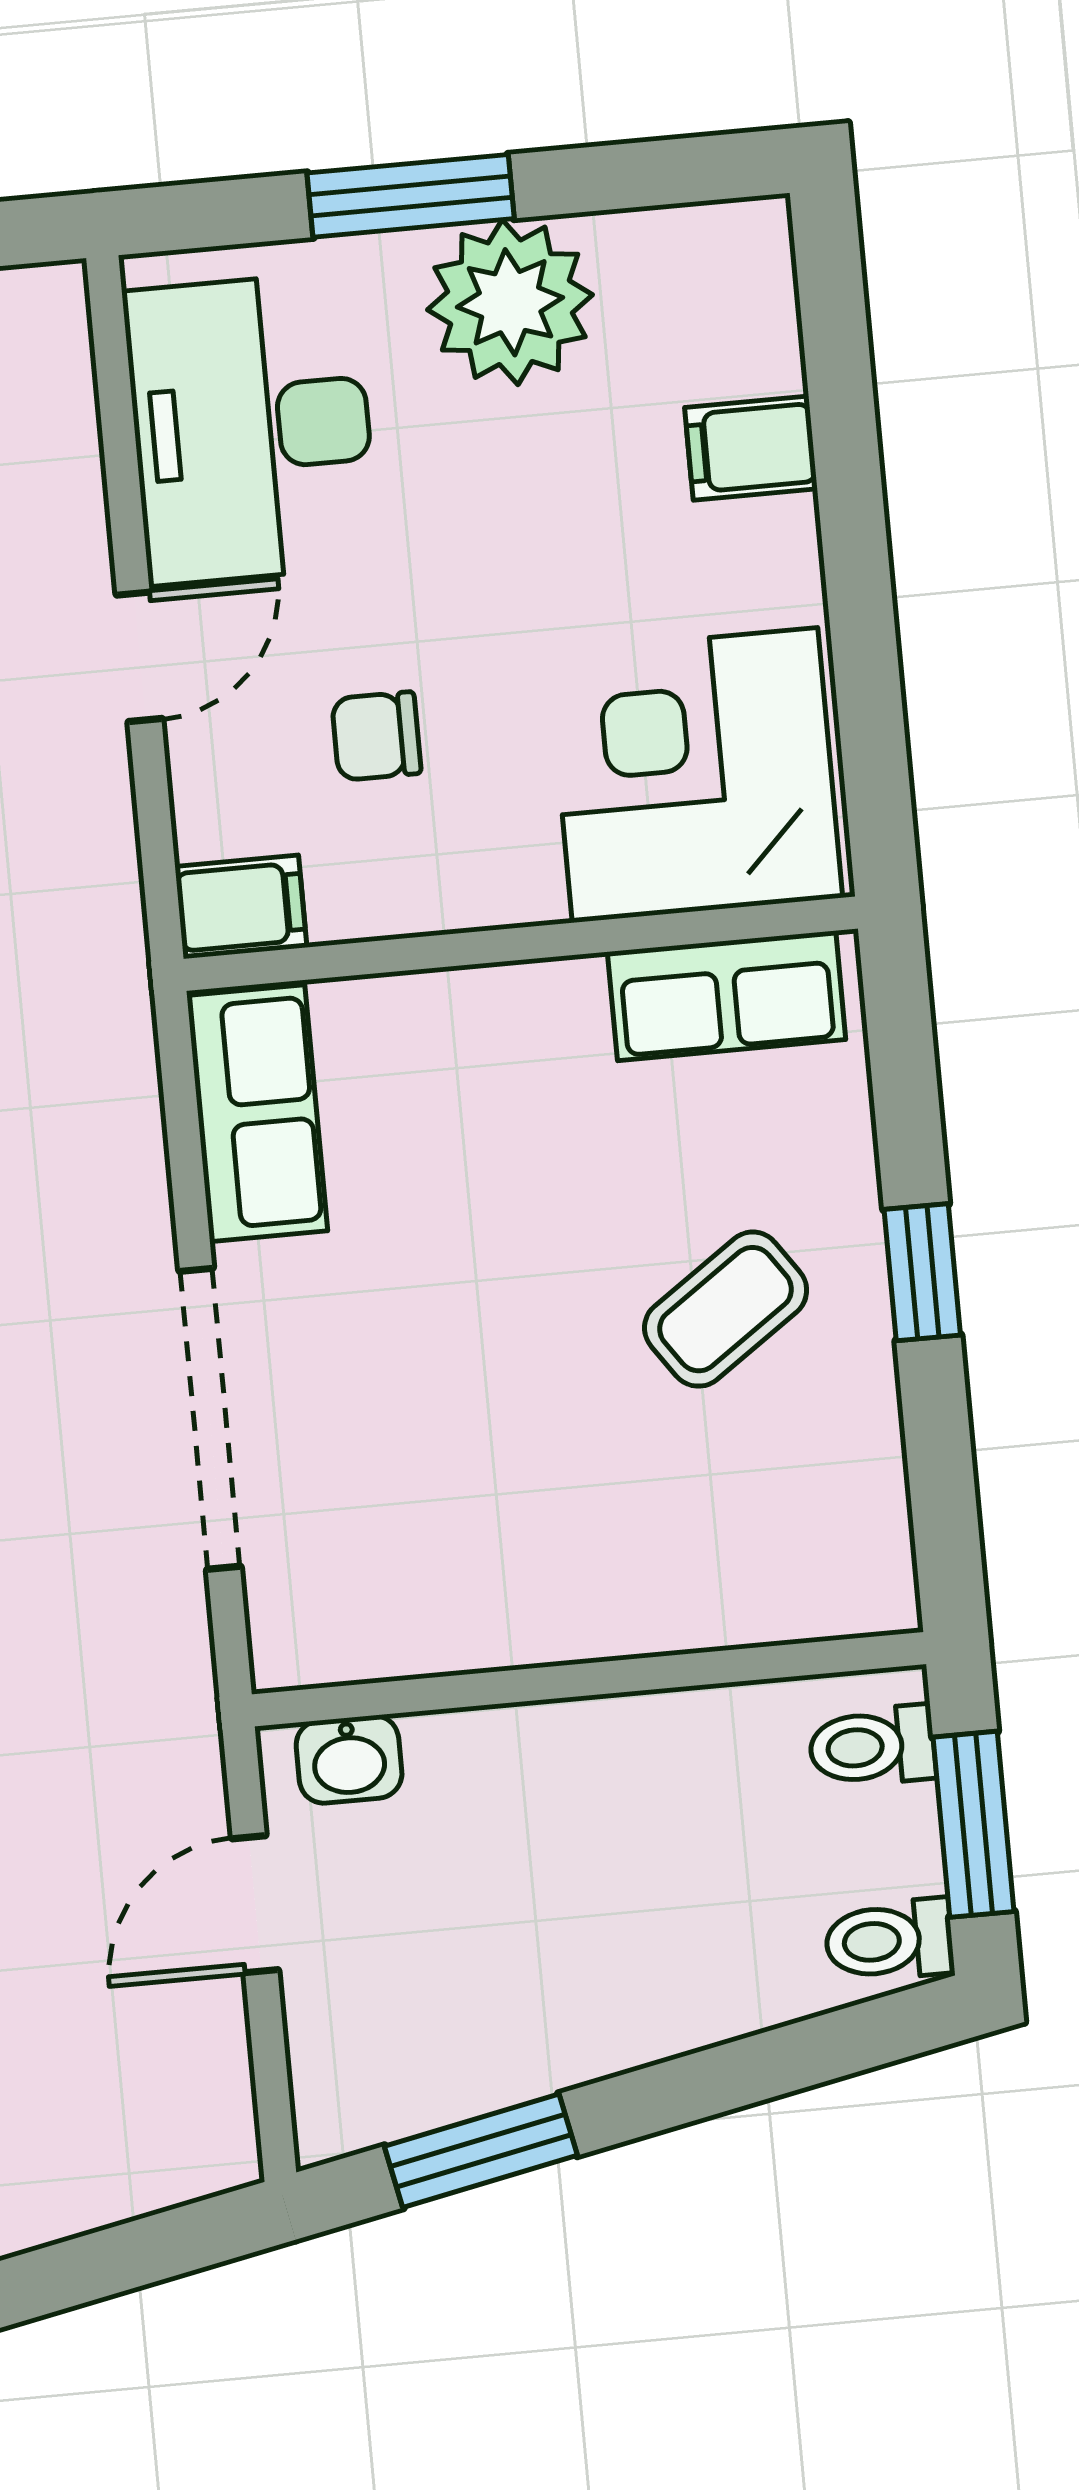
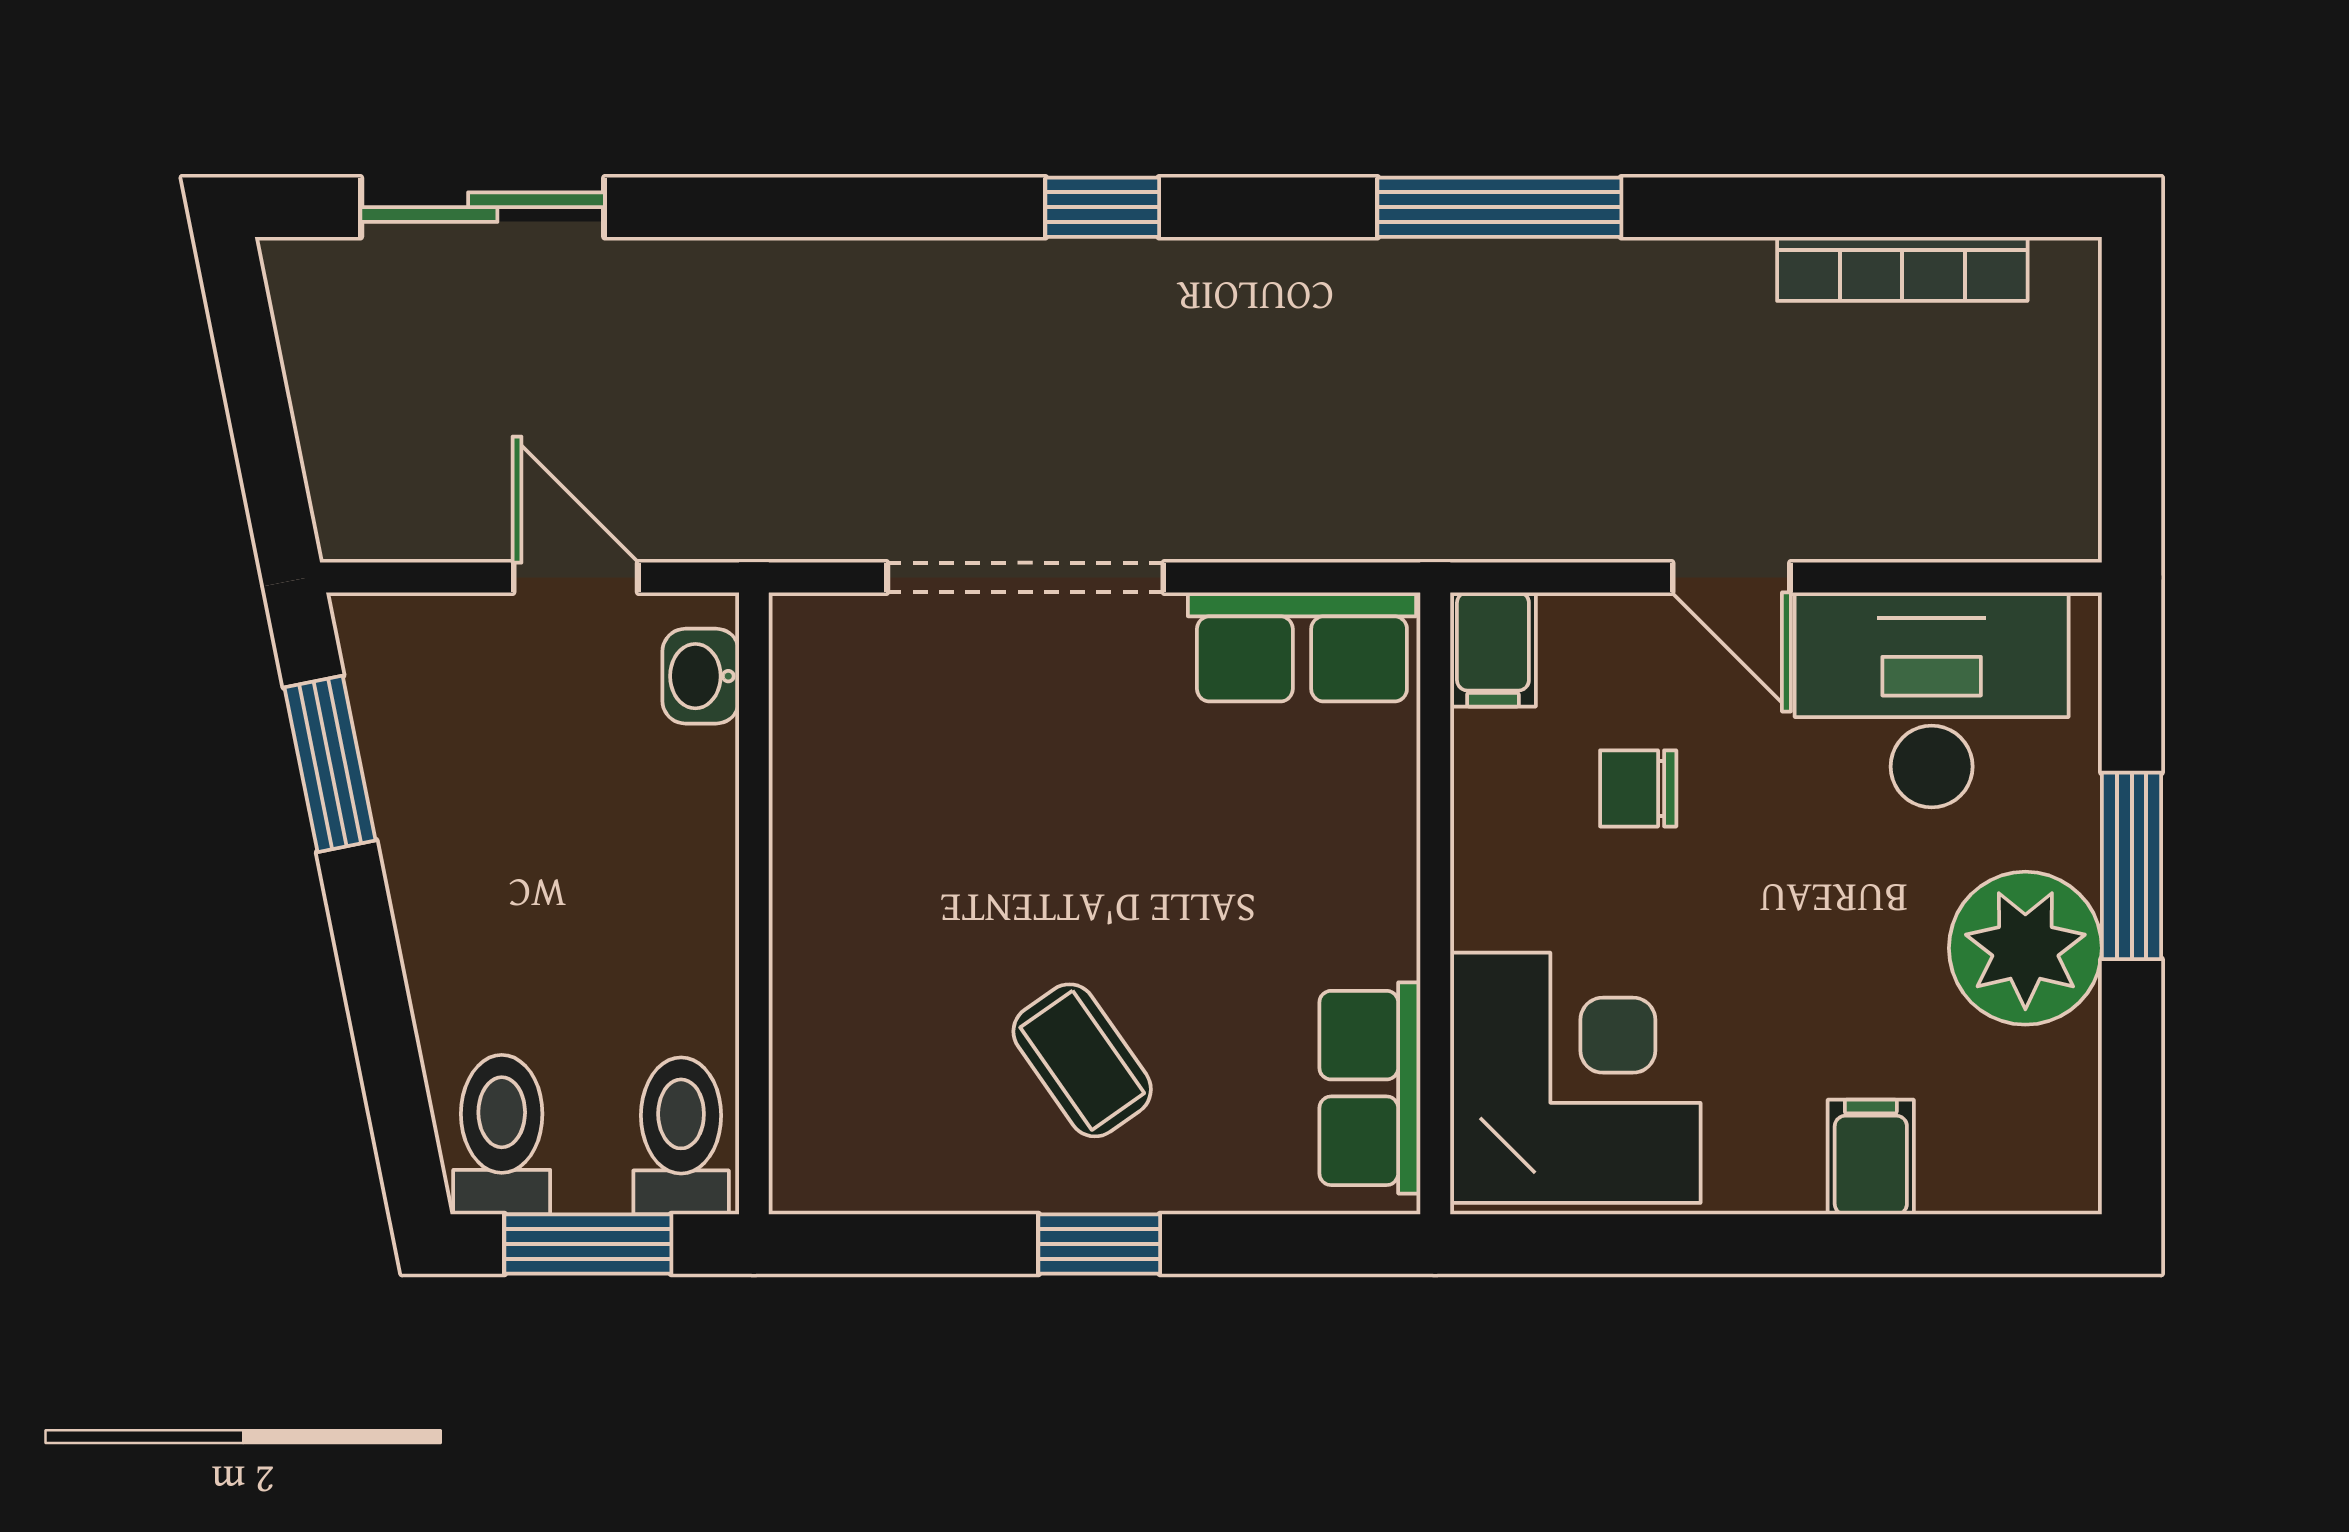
chair: (376, 736) -> (1638, 788), turned -90
toilet: (872, 1746) -> (681, 1136), width x1.37, depth x1.39
toilet: (889, 1940) -> (502, 1135), width x1.37, depth x1.39

